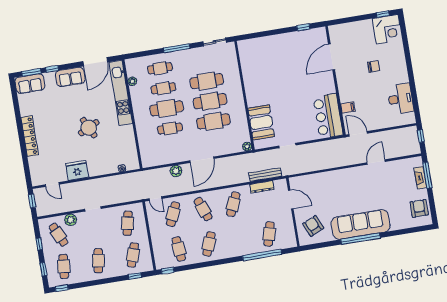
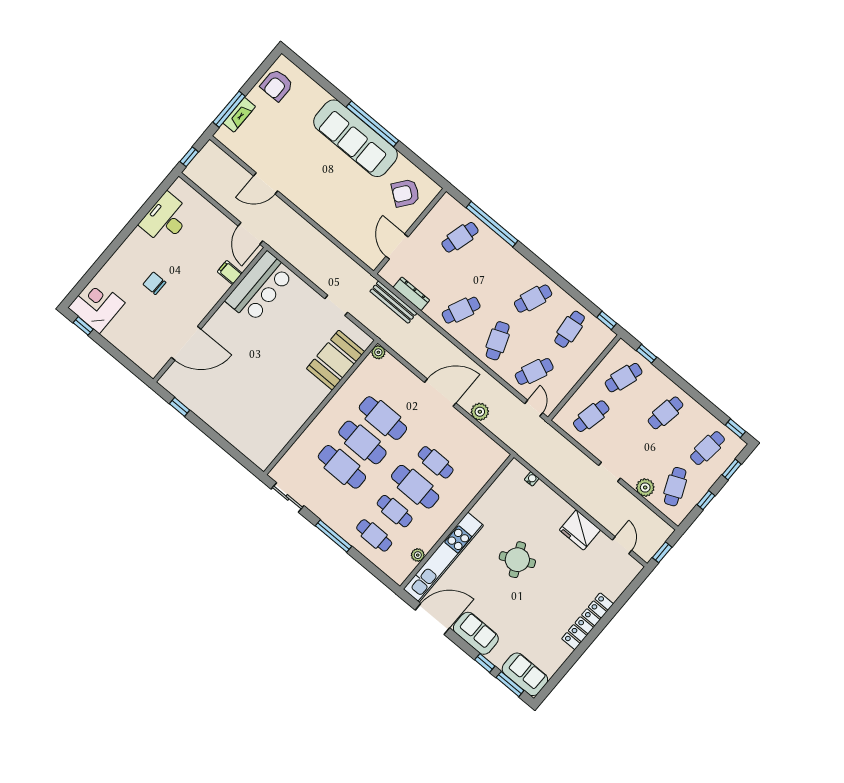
armchair: (313, 226) -> (406, 193), turned 61

